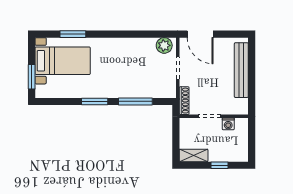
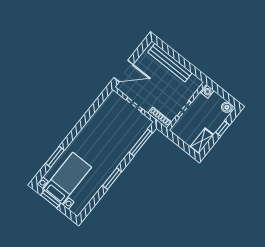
plant: (164, 45) -> (112, 101), removed
window: (32, 77) -> (51, 199), moved
window: (135, 101) -> (141, 143), moved
washing machine: (228, 124) -> (207, 91), moved
boiler: (242, 154) -> (227, 107), added

